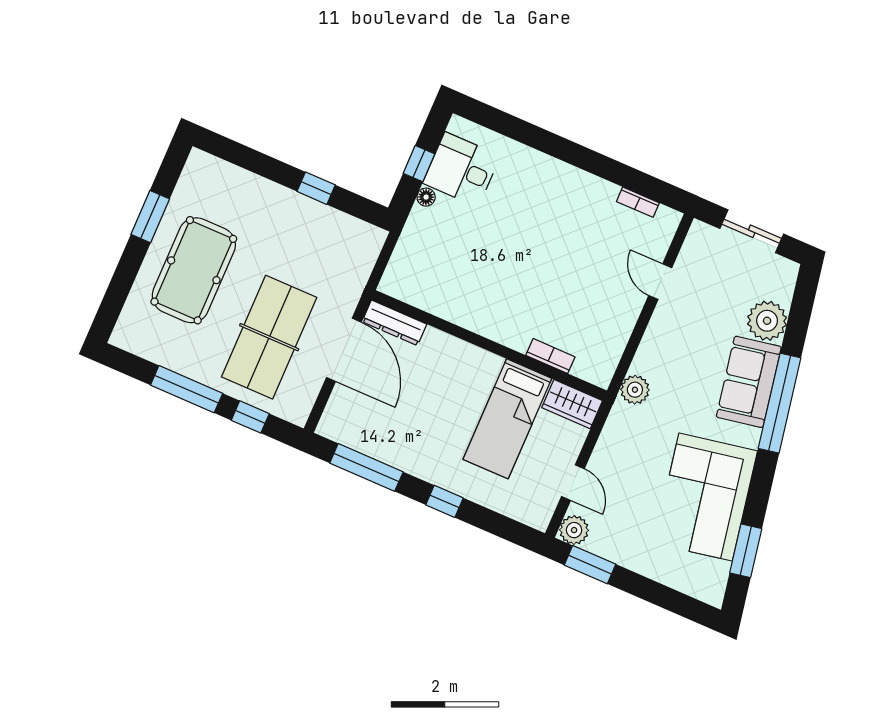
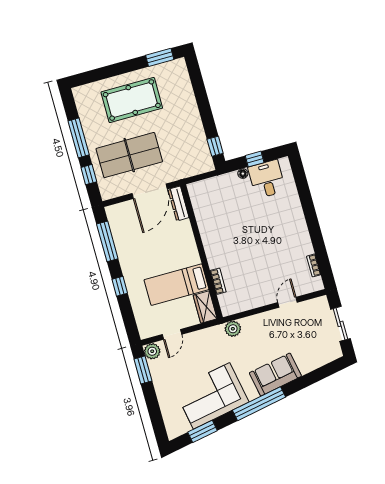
window: (316, 188) -> (215, 146), moved
window: (150, 217) -> (160, 57), moved
plant: (767, 321) -> (308, 361), removed
window: (780, 403) -> (259, 404), moved

